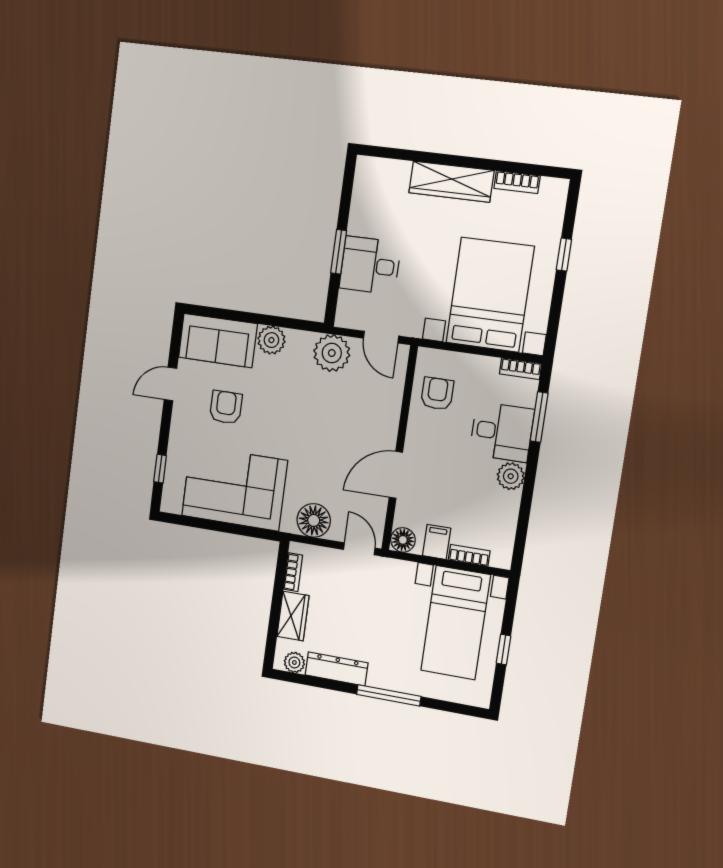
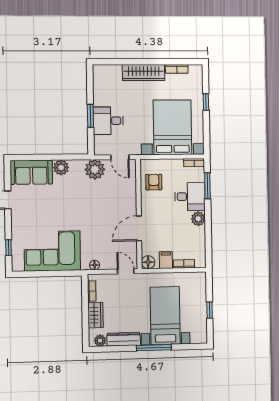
armchair: (226, 407) -> (41, 208), removed
floor lamp: (314, 520) -> (95, 265), width x0.53, depth x0.53
bed with nightstands: (456, 623) -> (165, 316), moved, turned 180

